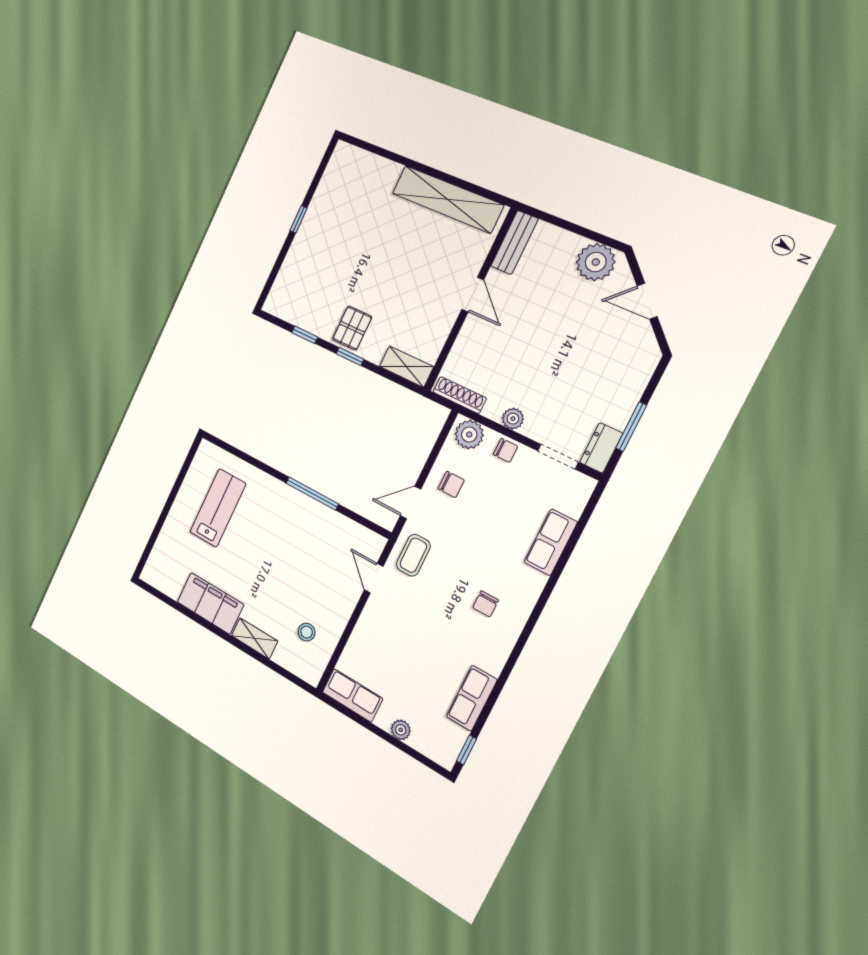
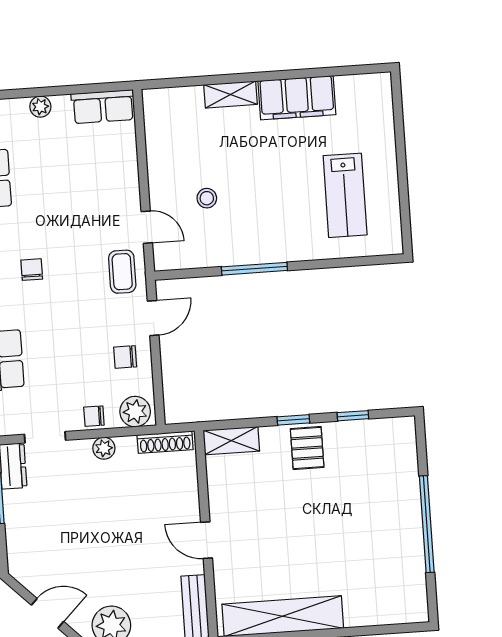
window: (299, 219) -> (427, 524), width x3.17
stool: (307, 632) -> (207, 198), moved

